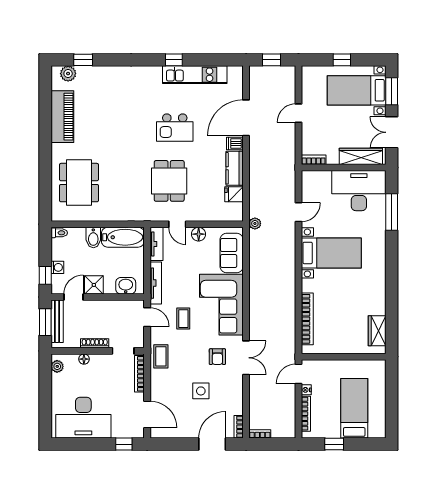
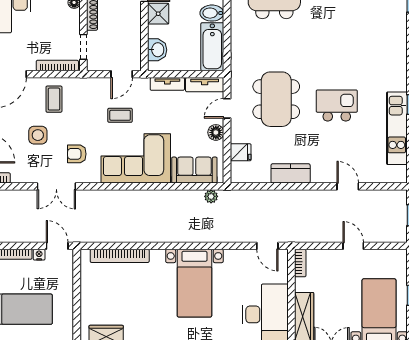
door: (246, 118) -> (348, 186), width x0.53
kitchen island: (175, 128) -> (337, 105), turned 90
dishwasher: (235, 144) -> (319, 174), removed
dining table: (169, 181) -> (276, 99), width x1.37
fridge: (234, 194) -> (241, 152), moved, turned 90
door: (298, 212) -> (267, 246), moved
plant: (255, 223) -> (211, 196), moved
tv unit: (156, 283) -> (167, 84), width x0.71
coffee table: (161, 356) -> (54, 99), moved, turned 90
double door: (246, 358) -> (56, 186), moved

